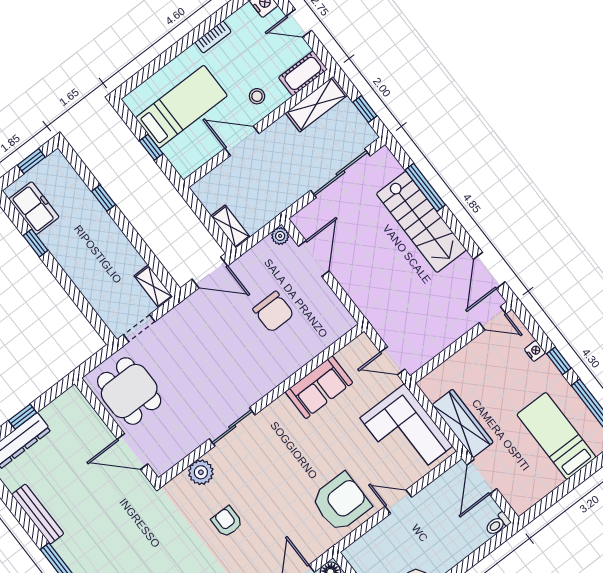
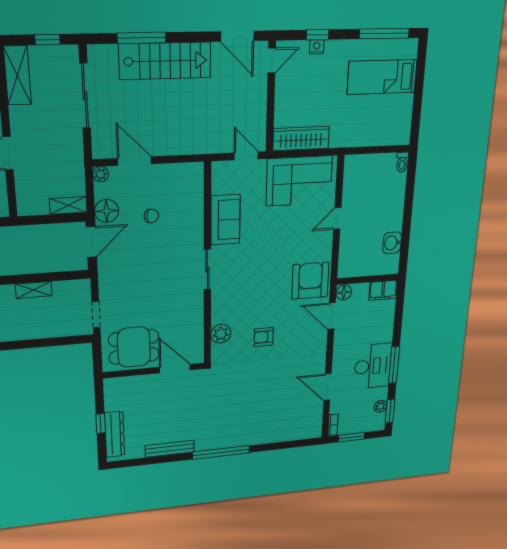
floor lamp: (249, 266) -> (107, 211), added
shelving: (153, 286) -> (34, 290), moved
chair: (273, 312) -> (151, 216), width x0.54, depth x0.54
door: (393, 361) -> (246, 156), swing flipped
window: (559, 361) -> (318, 35), moved
wardrobe: (463, 424) -> (301, 138), moved
sliding door: (232, 427) -> (207, 269), moved
door: (133, 452) -> (175, 369), swing flipped
door: (482, 477) -> (366, 150), removed
armchair: (341, 502) -> (310, 281), moved

